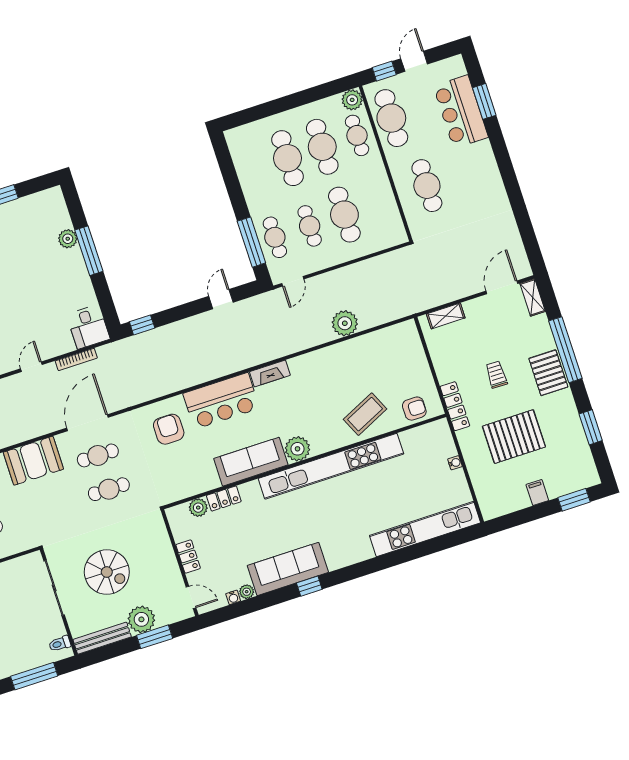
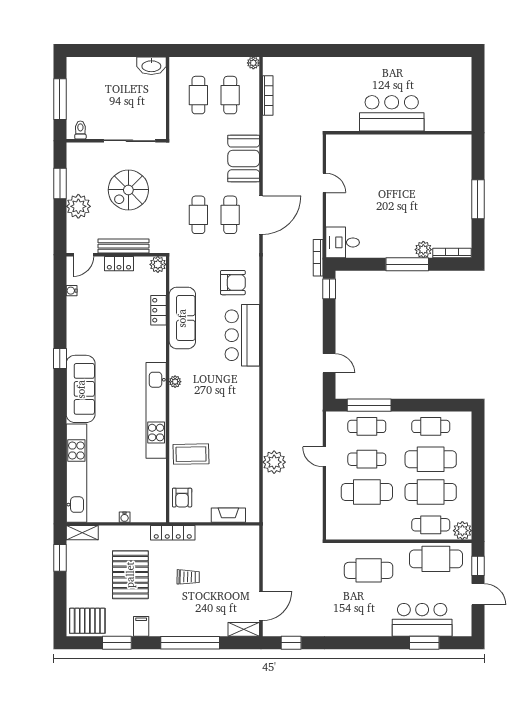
cafe table: (253, 170) -> (431, 426), added
bookcase: (61, 207) -> (452, 253), added
window: (530, 243) -> (291, 643), added
door: (293, 281) -> (324, 457), moved
door: (502, 287) -> (261, 606), hinge flipped
shelving: (446, 316) -> (82, 533), moved, turned 90
bookcase: (76, 359) -> (318, 258), moved
fireplace: (270, 373) -> (228, 515), moved, turned 90
pallet: (548, 373) -> (87, 621), moved
coffee table: (365, 414) -> (191, 454), turned -66
door: (88, 423) -> (261, 215), hinge flipped
plant: (297, 449) -> (175, 382), width x0.53, depth x0.53
sofa: (251, 462) -> (182, 318), moved
kitchen unit: (331, 466) -> (156, 410), width x0.73
filing cabinet: (537, 492) -> (141, 626), moved, turned -90
window: (574, 500) -> (60, 558), moved
plant: (198, 508) -> (158, 264), moved
sofa: (288, 569) -> (81, 389), moved
plant: (247, 592) -> (73, 304), removed
window: (155, 637) -> (60, 183), moved
bench: (102, 638) -> (124, 246), moved, turned 90

